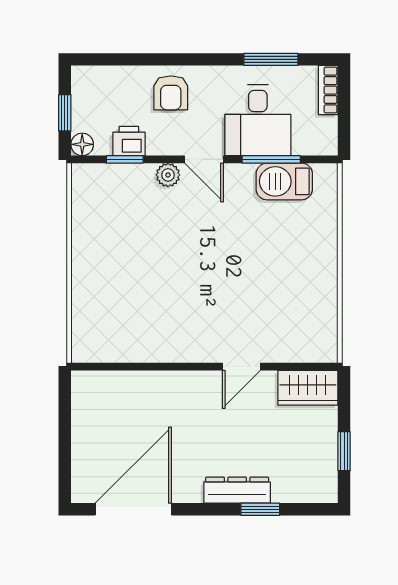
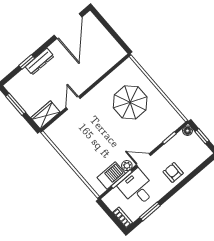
printer: (129, 141) -> (173, 145), removed
plant: (168, 175) -> (127, 166), moved
parasol: (140, 281) -> (130, 102), added
window: (344, 451) -> (16, 104), width x1.50

